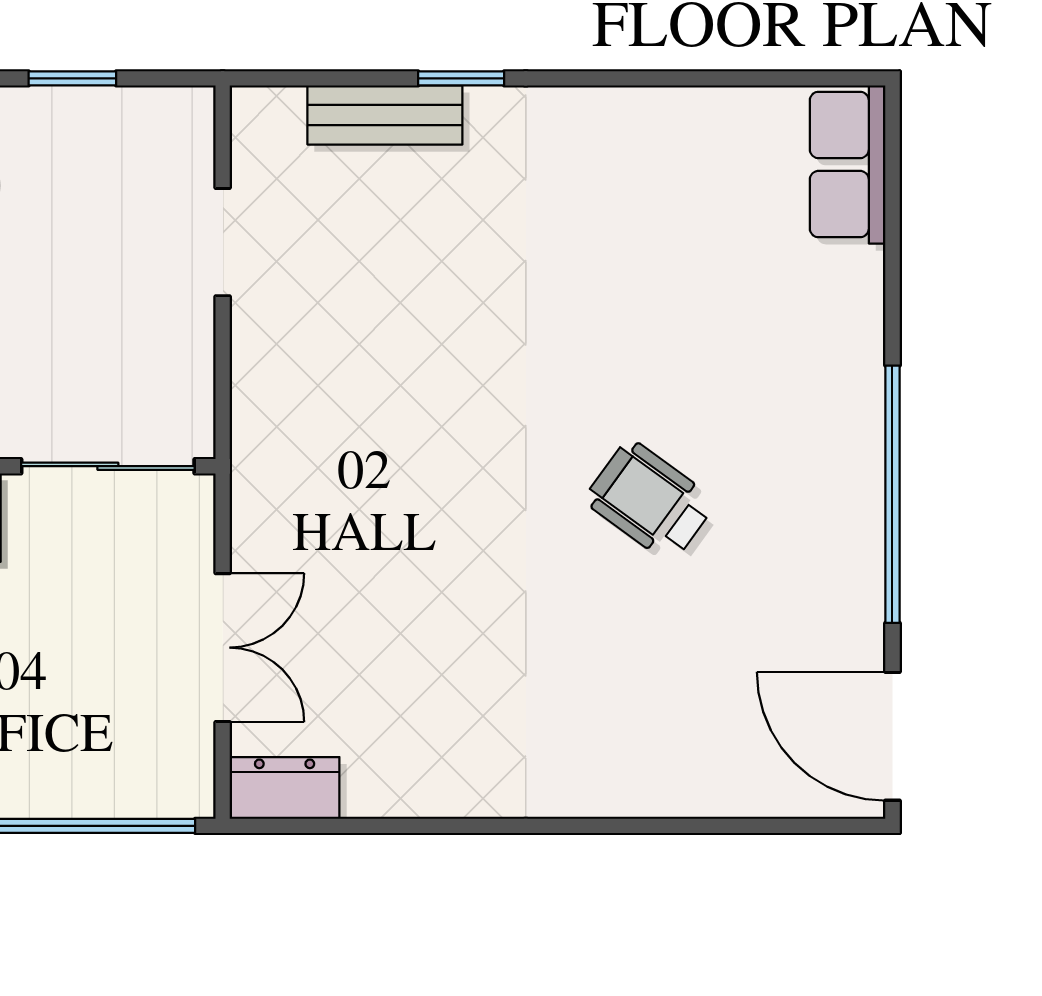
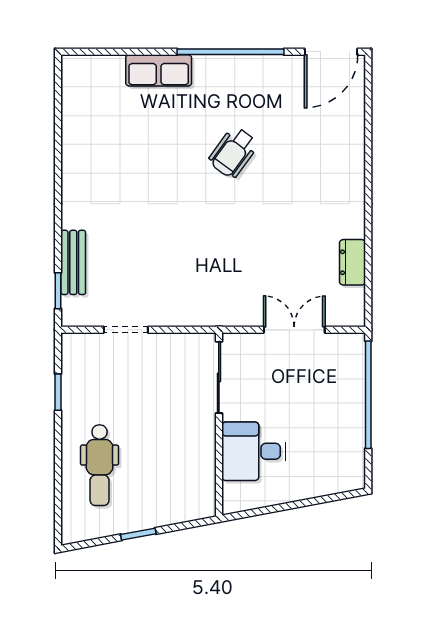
window: (461, 78) -> (58, 291), moved
row of seats: (848, 165) -> (159, 70), moved
dresser: (285, 788) -> (352, 262), moved

